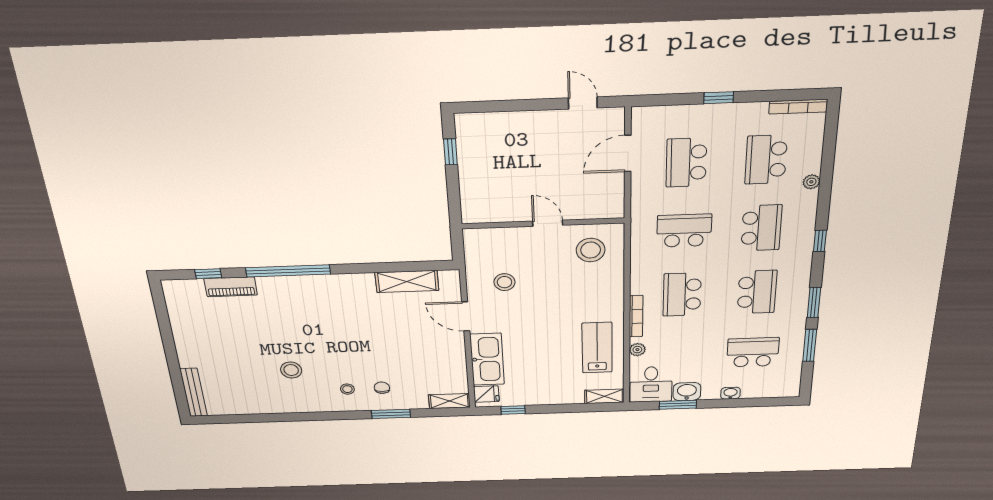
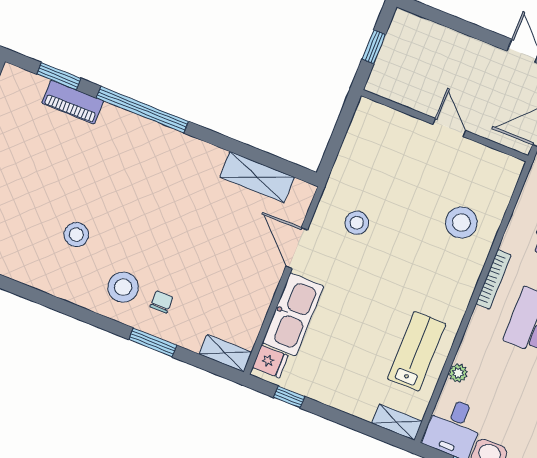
wall: (543, 223) -> (445, 126), moved
door: (548, 223) -> (449, 127), moved
window: (208, 274) -> (59, 76), width x1.50
bookcase: (636, 316) -> (494, 279), moved
stool: (347, 389) -> (123, 287), width x1.89, depth x1.89

